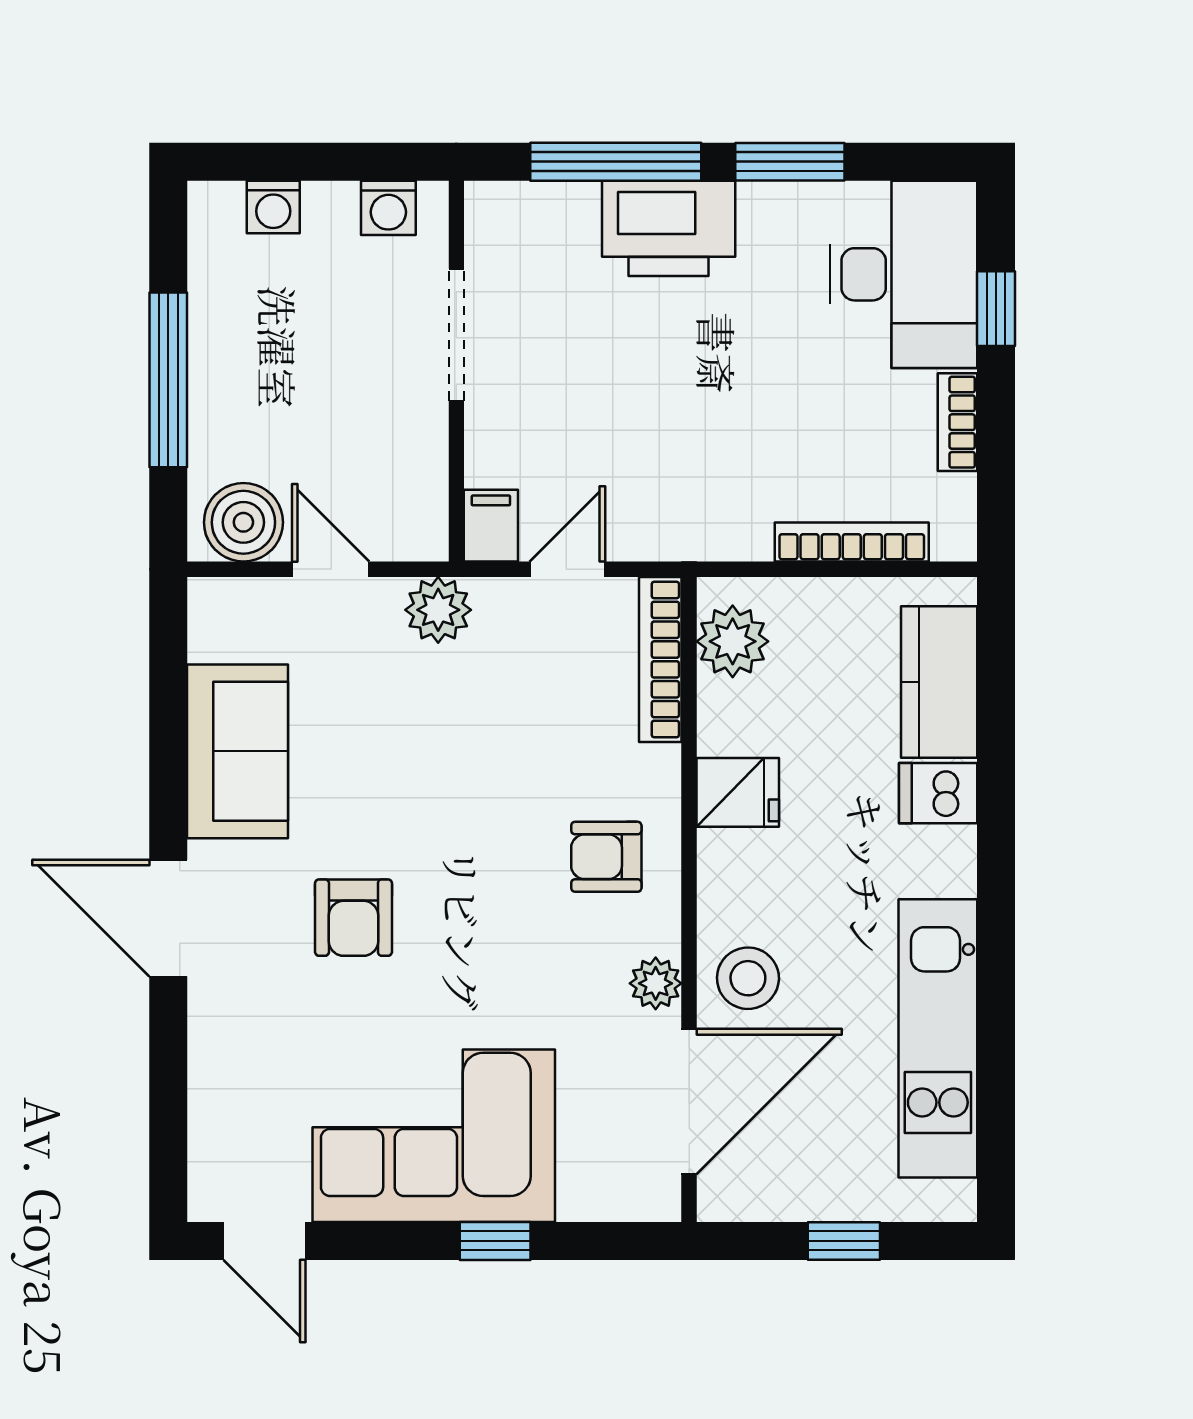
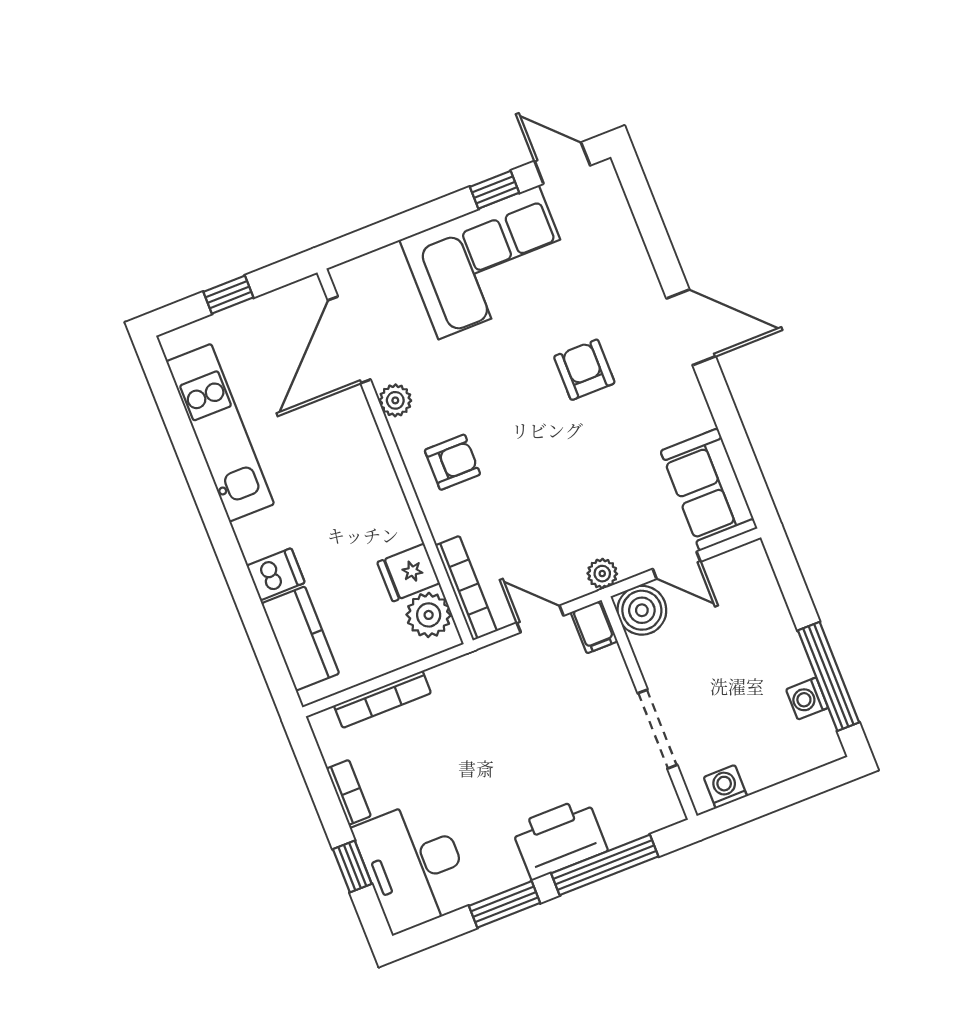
washing machine: (273, 207) -> (807, 699), moved, turned -90
window: (168, 380) -> (828, 676), moved
boiler: (243, 522) -> (642, 610), moved
door: (567, 569) -> (540, 619), swing flipped
plant: (438, 610) -> (602, 574), width x0.73, depth x0.73
sofa: (237, 751) -> (709, 490), moved
fridge: (738, 792) -> (408, 573), moved
stool: (748, 978) -> (343, 424), removed
window: (495, 1241) -> (495, 190), moved

